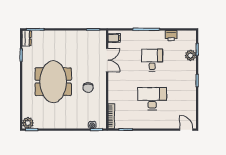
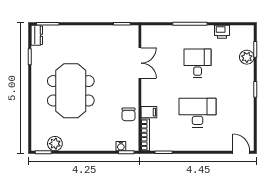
filing cabinet: (114, 38) -> (149, 112), moved
chair: (88, 87) -> (128, 114), moved
plant: (28, 123) -> (55, 144), moved

